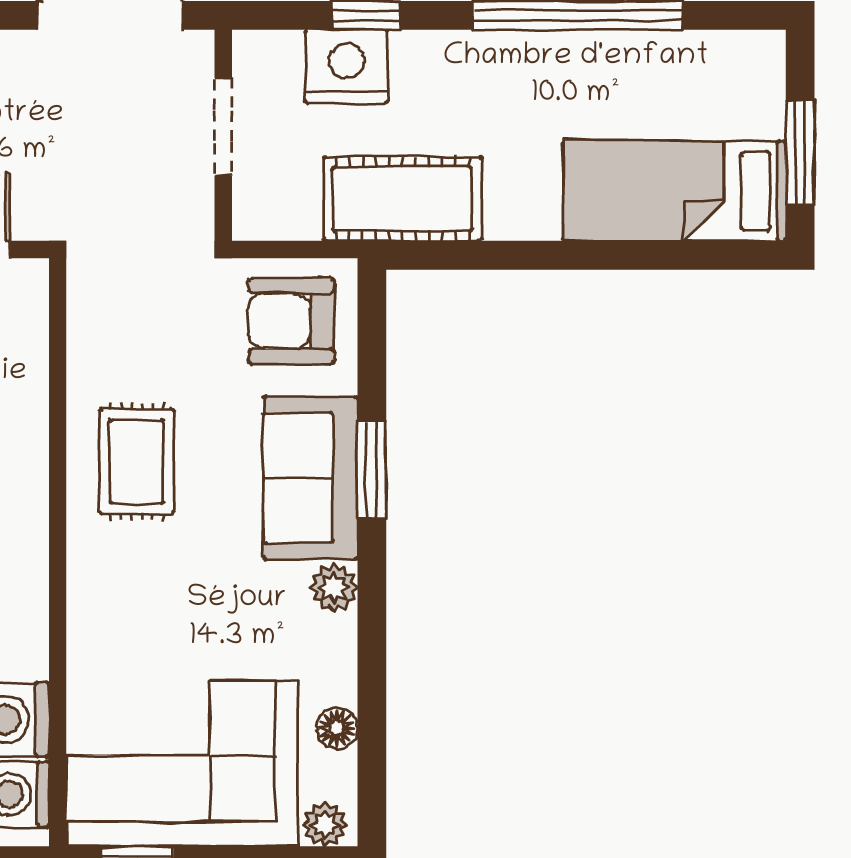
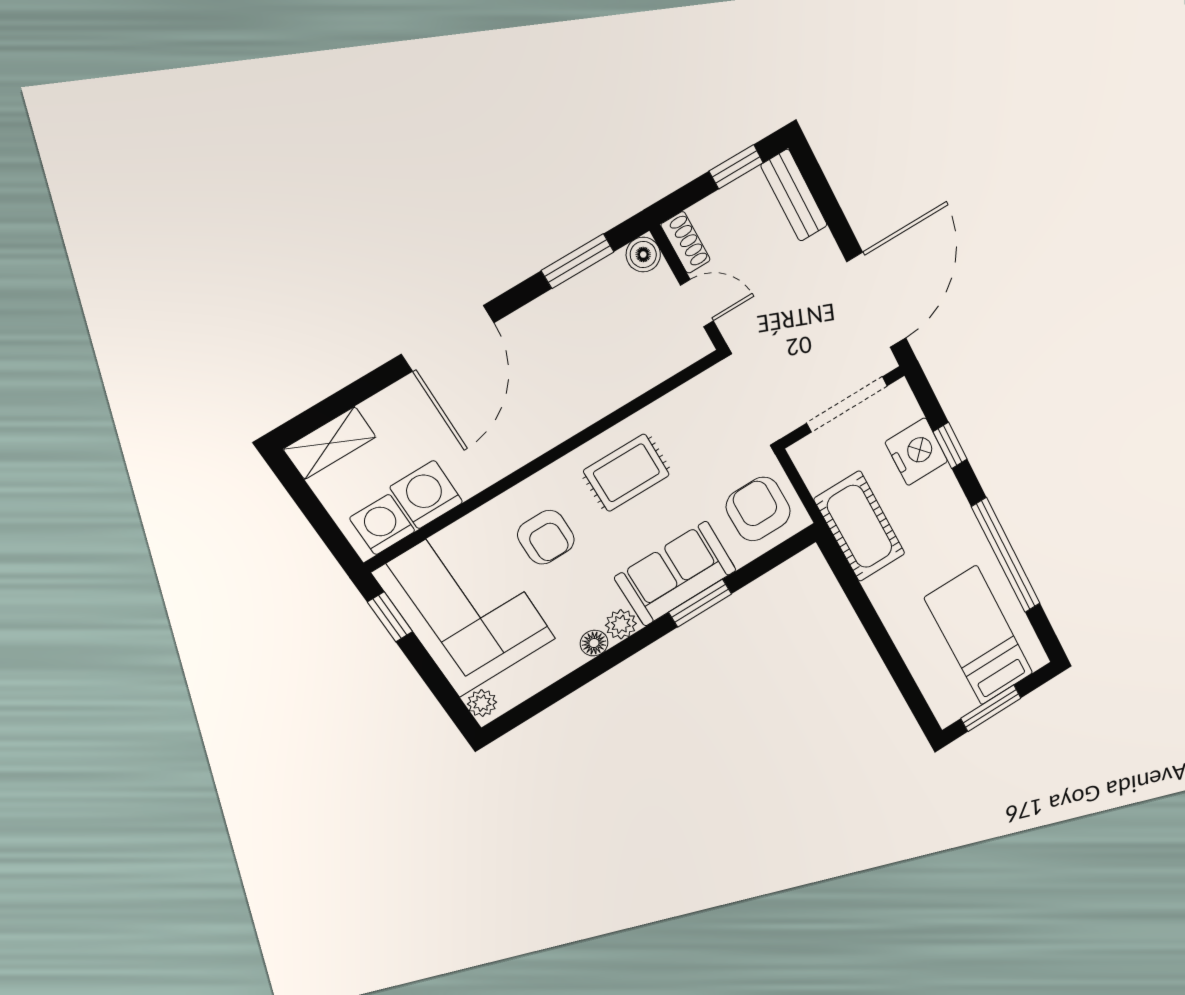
doorway: (223, 127) -> (847, 404), width x1.38
bed: (675, 191) -> (979, 636), moved
armchair: (157, 611) -> (546, 537), added
floor lamp: (337, 728) -> (594, 643), moved

